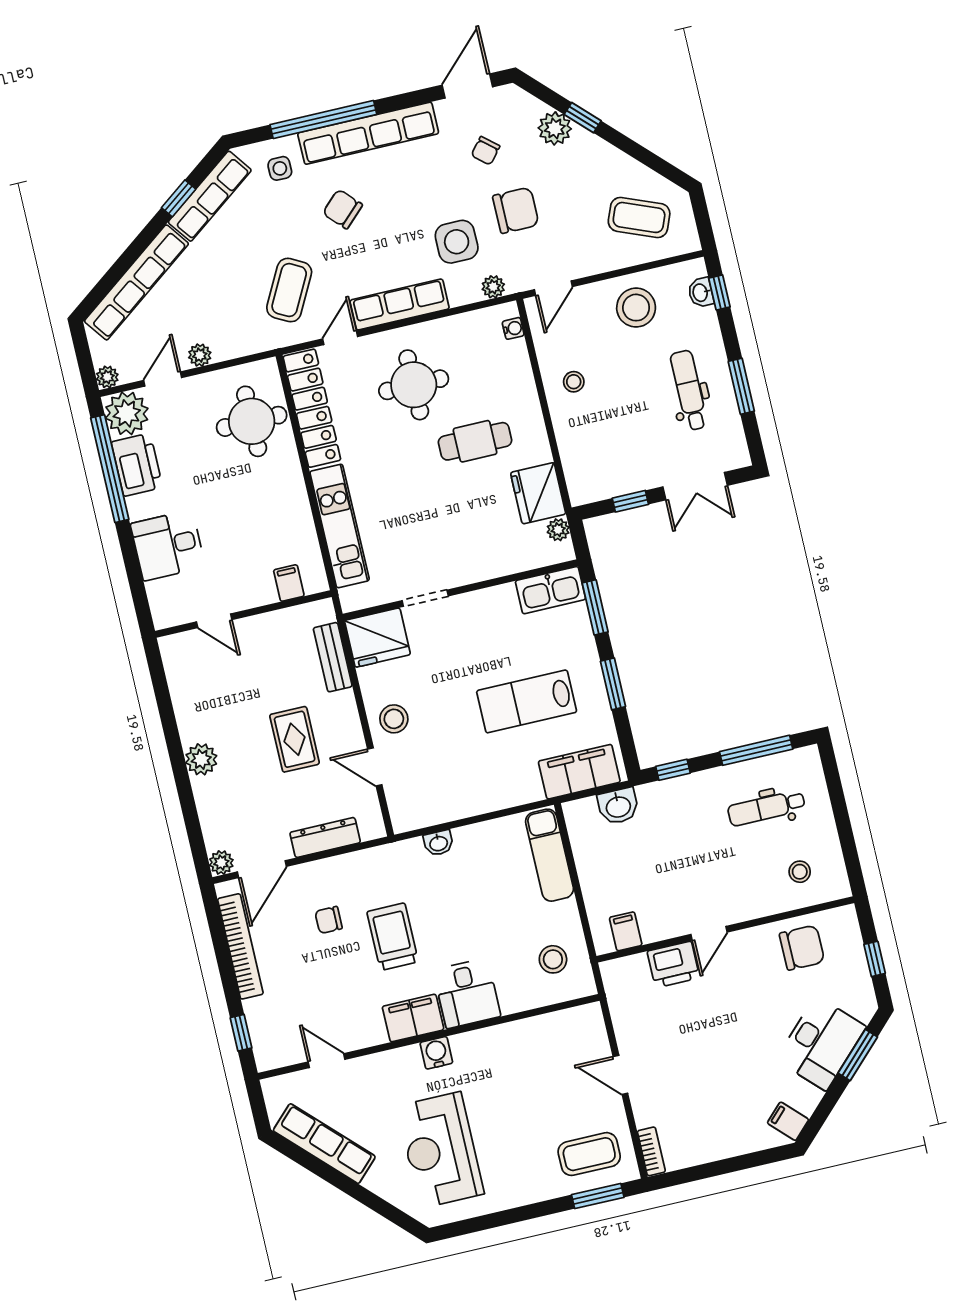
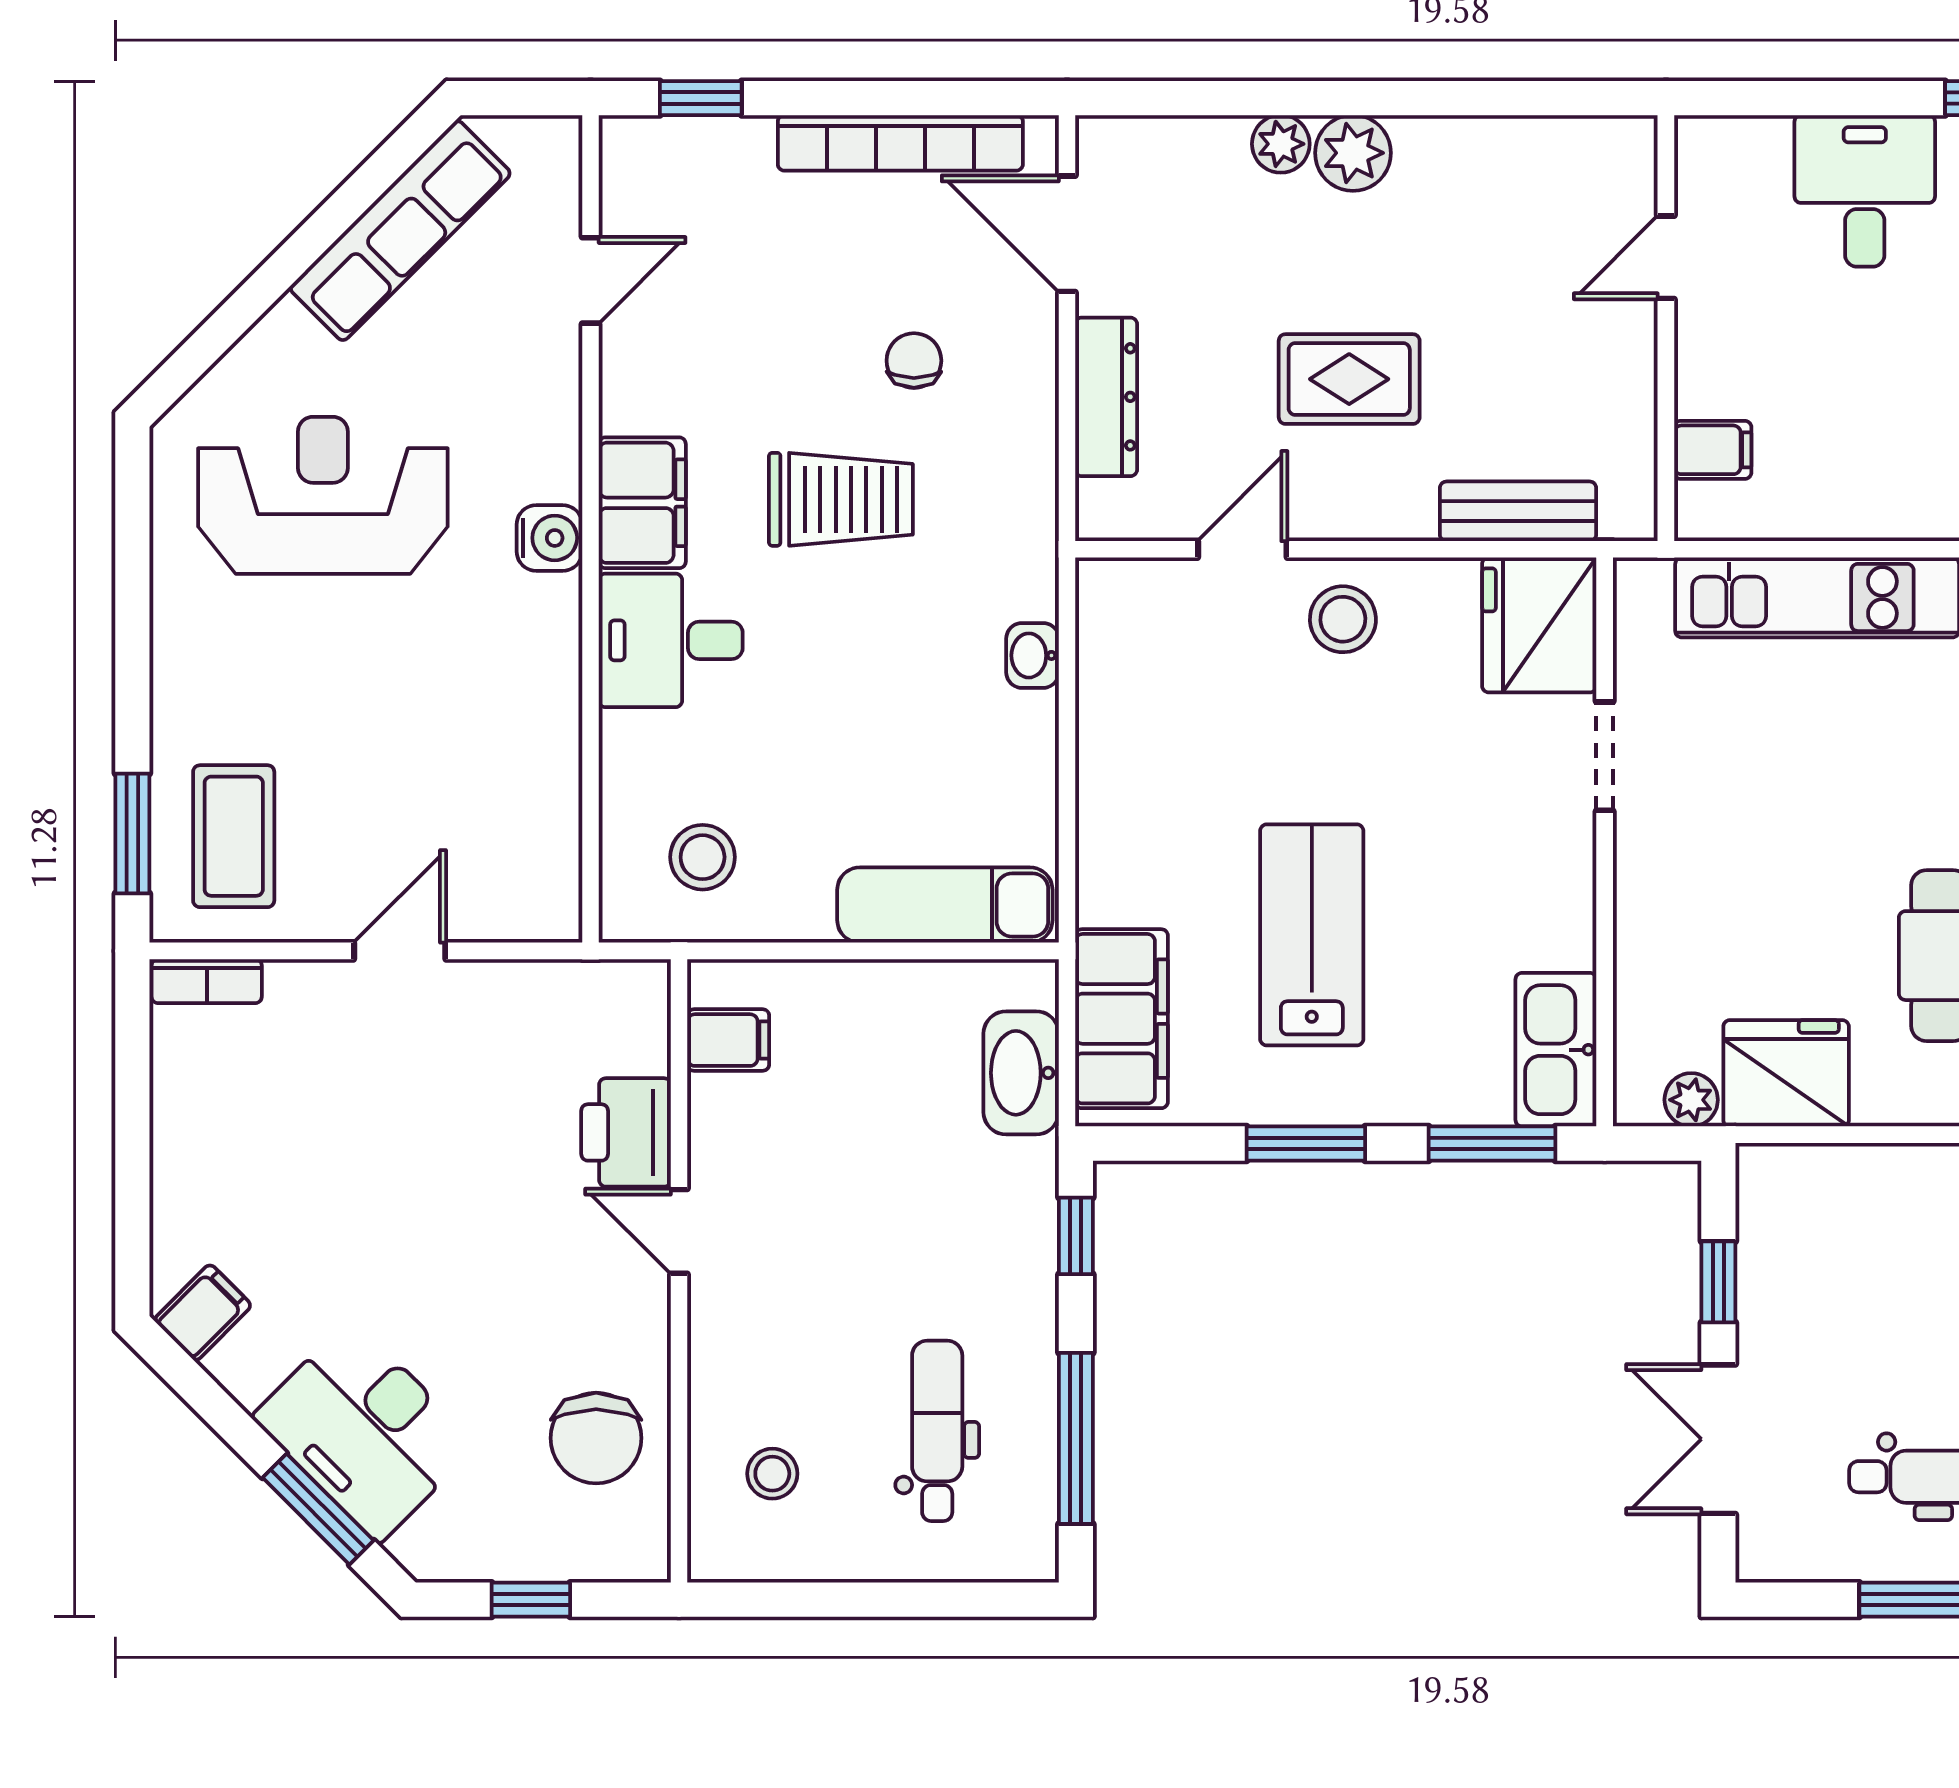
washbasin: (618, 806) -> (1021, 1073), width x1.38
plant: (221, 863) -> (1281, 144), moved

